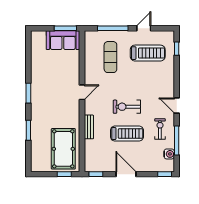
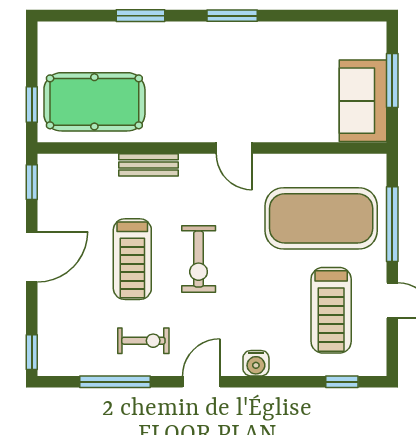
window: (65, 28) -> (392, 81), moved
exercise mat: (110, 57) -> (321, 218), width x2.00, depth x1.45
exercise bike: (127, 107) -> (199, 259), turned 180
water cooler: (169, 154) -> (256, 363), moved

